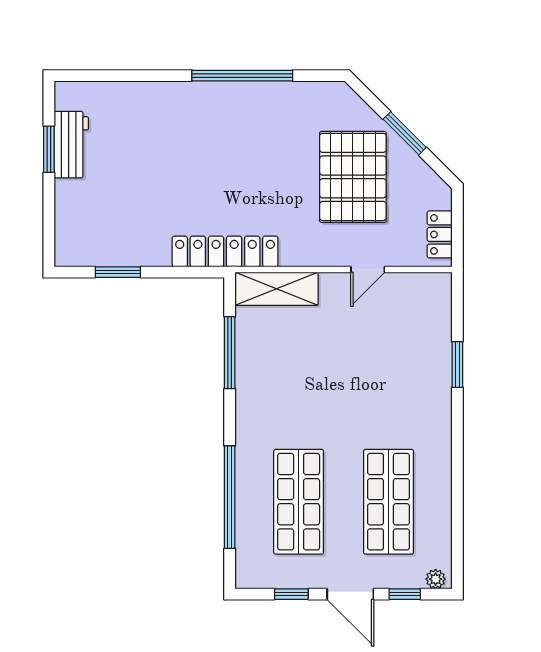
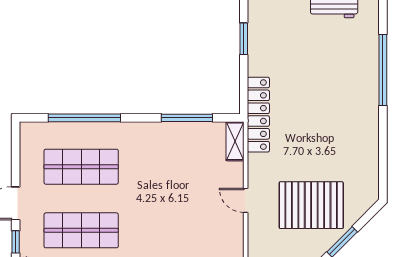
window: (242, 76) -> (383, 70), moved
door: (368, 269) -> (246, 200), moved
shelving: (276, 289) -> (235, 141), width x0.67, depth x0.75
window: (291, 594) -> (16, 162), removed

